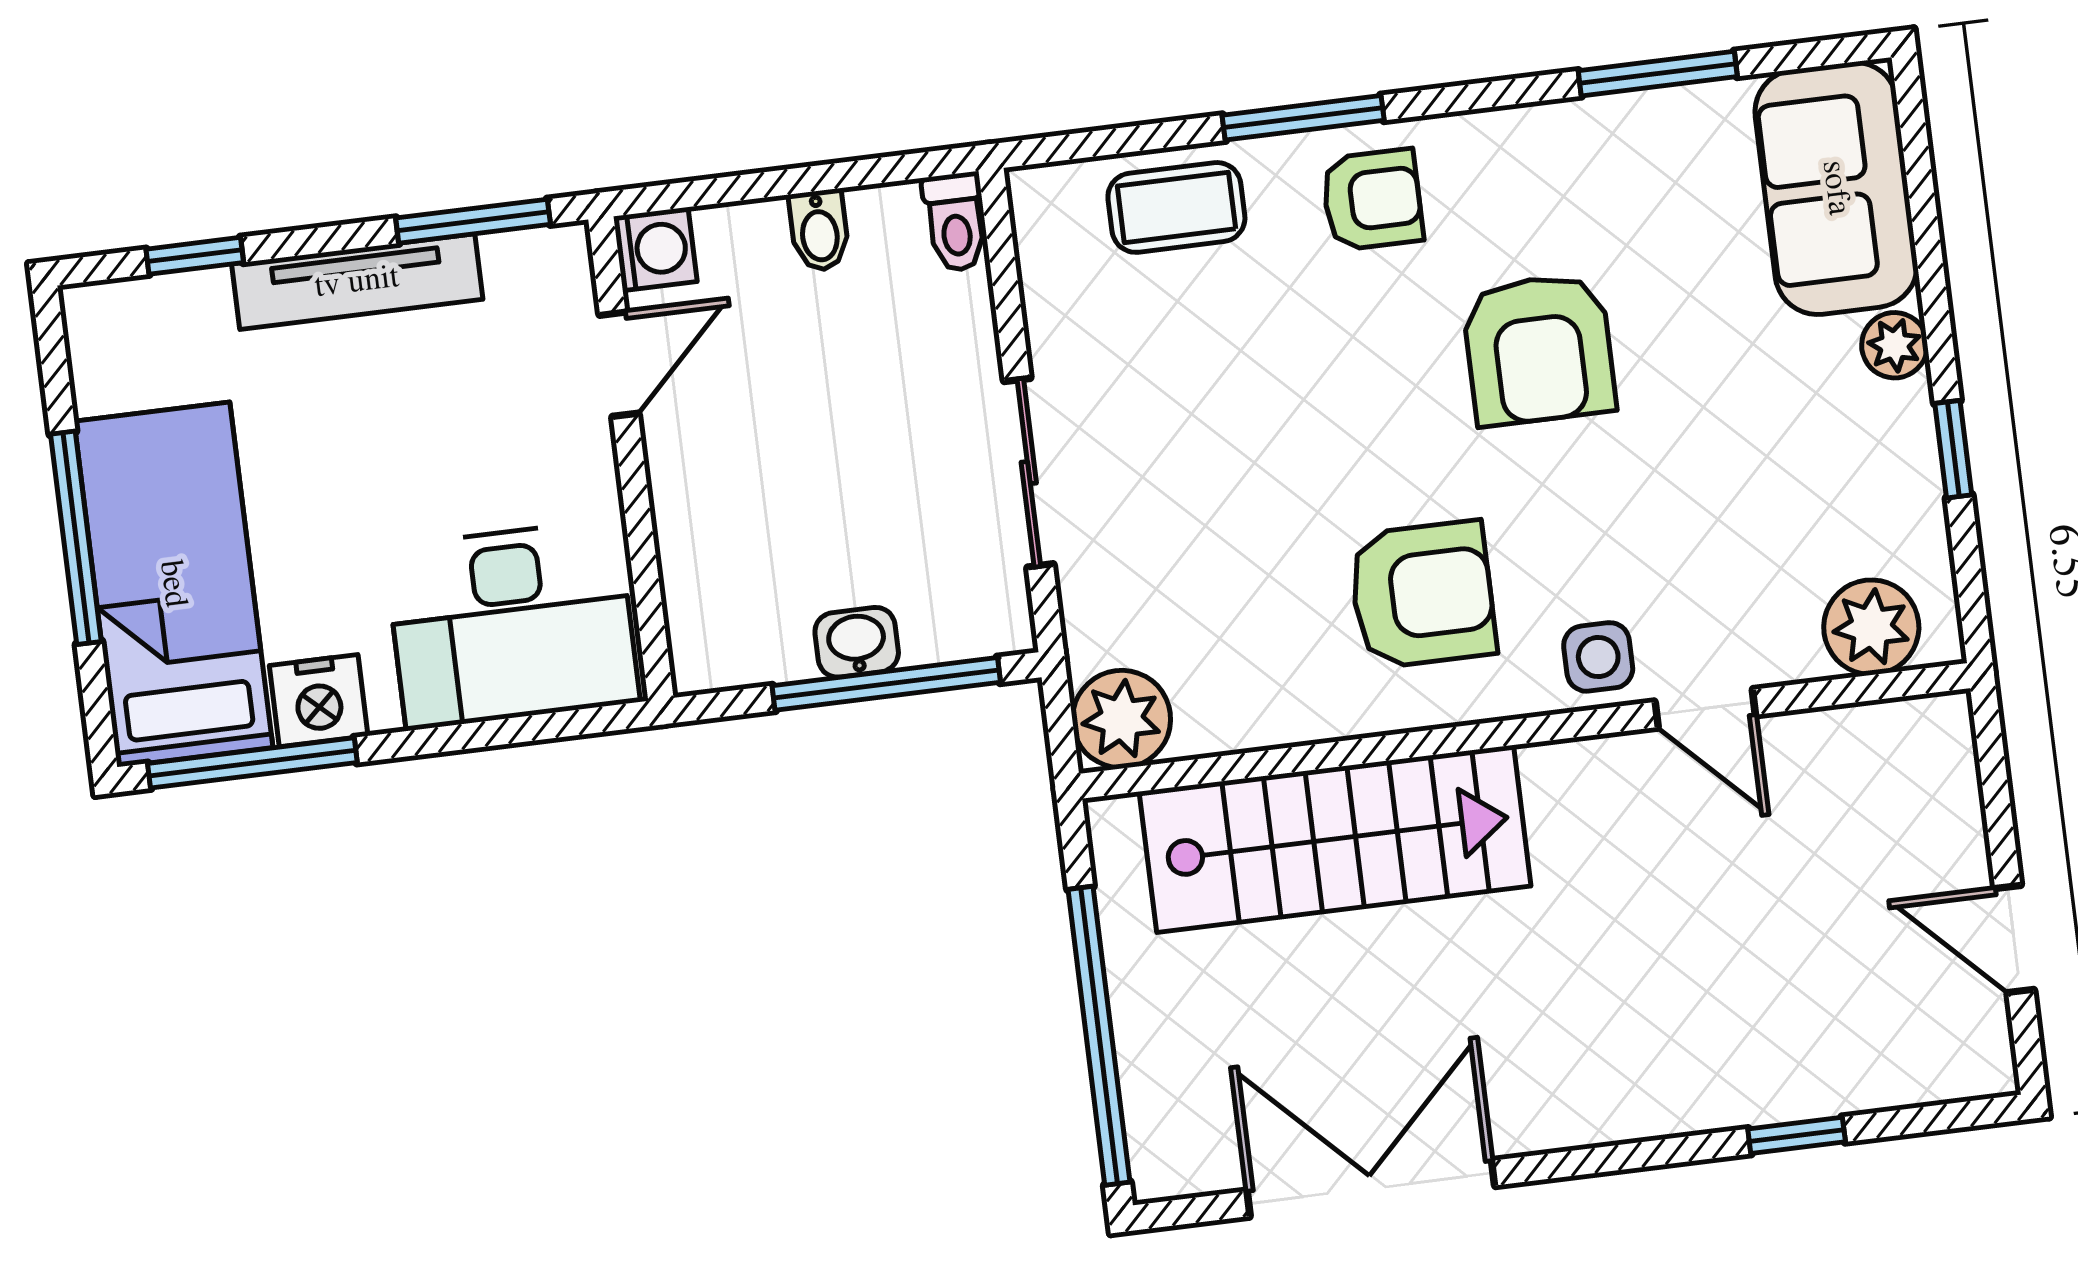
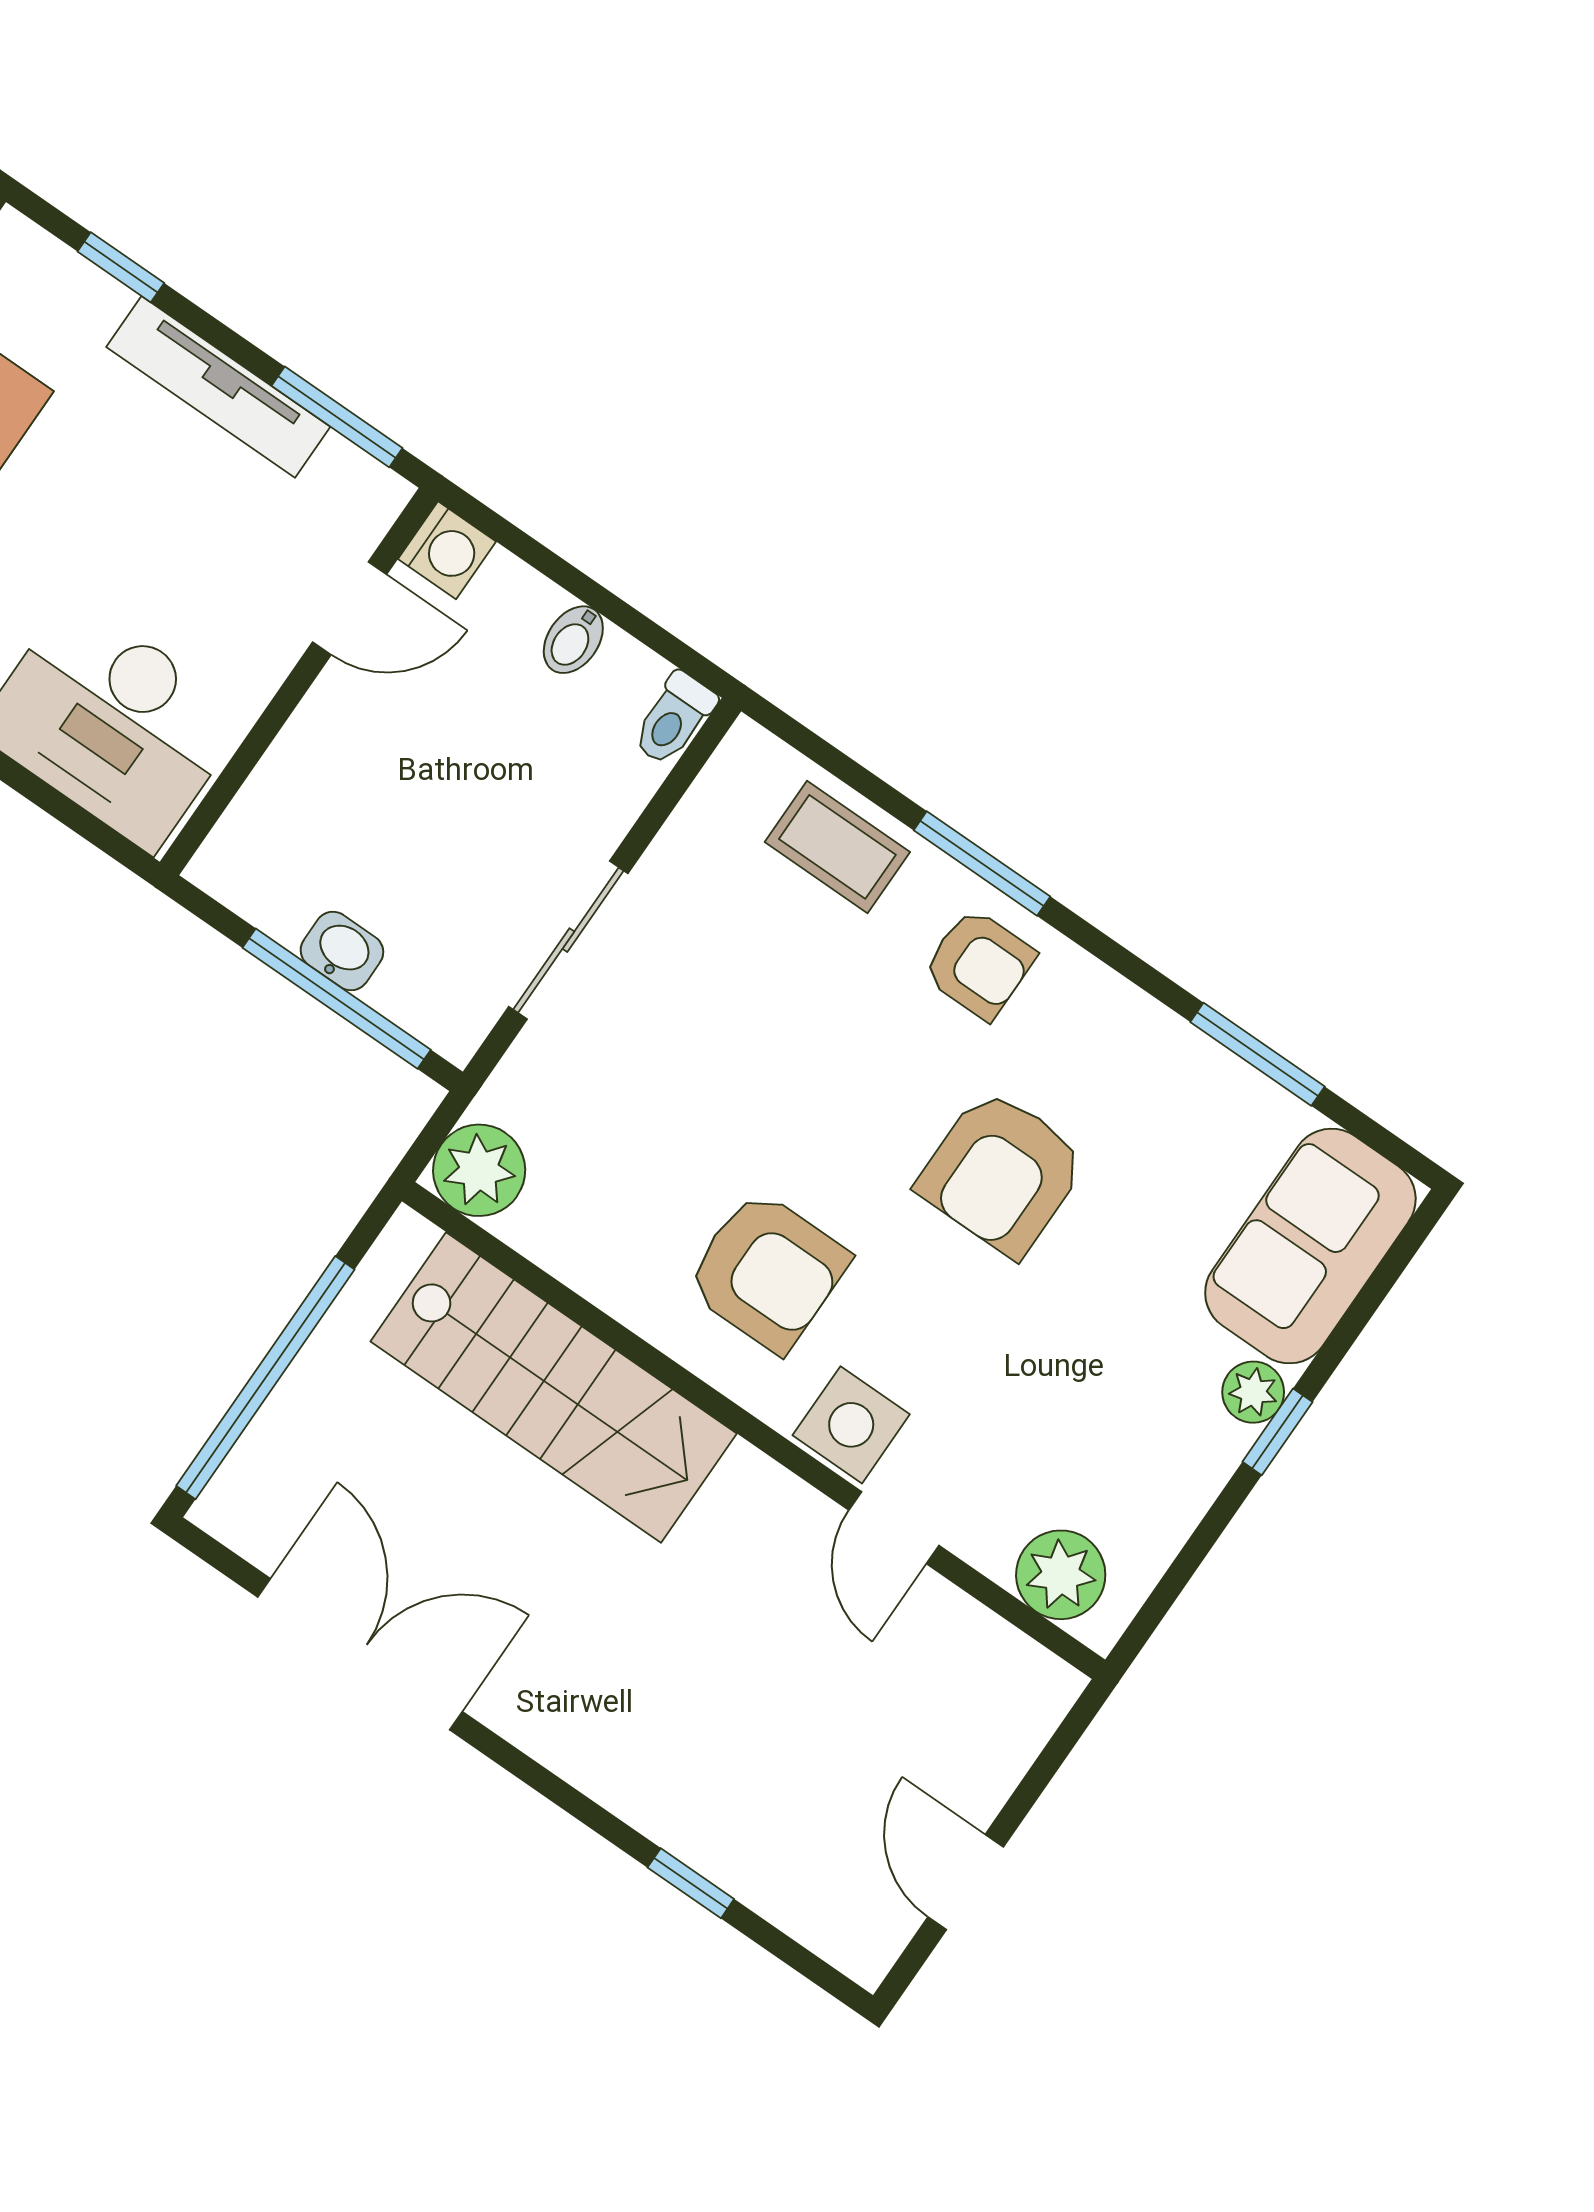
window: (1953, 449) -> (1277, 1432), moved
side table: (1598, 657) -> (851, 1425), width x1.37, depth x1.37

